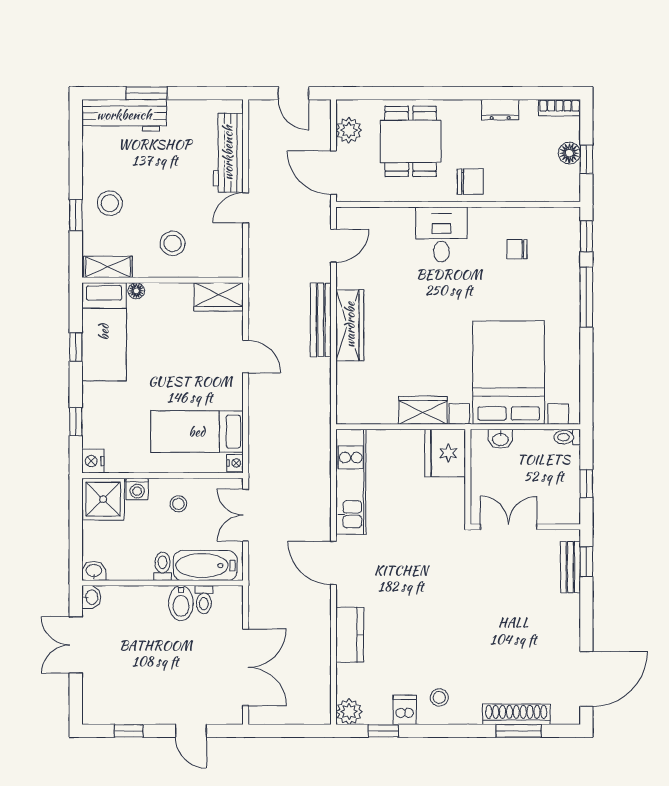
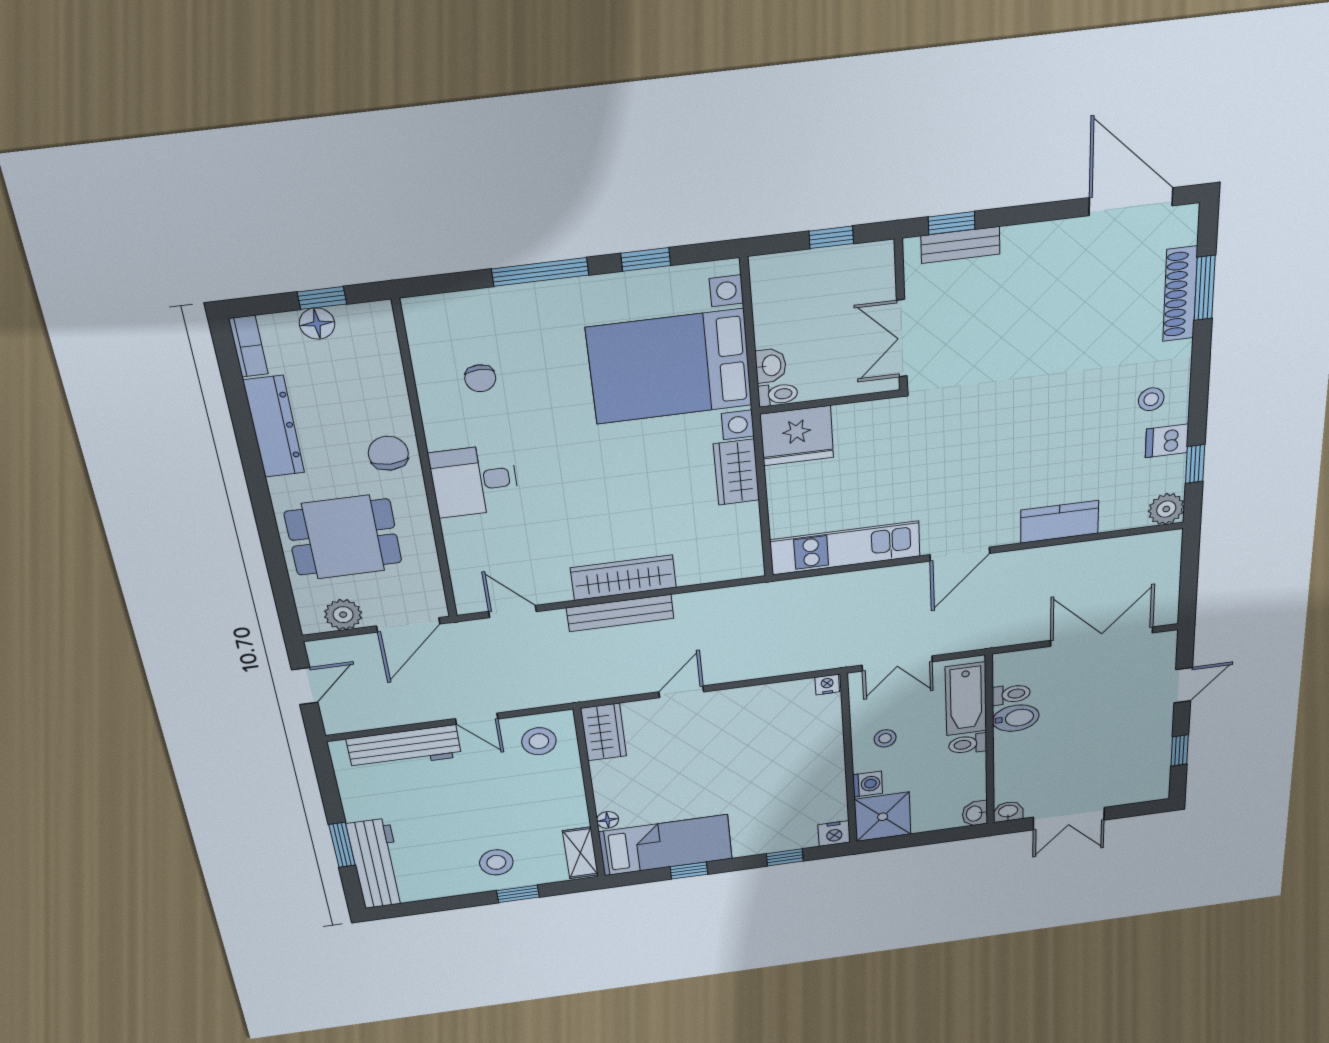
dresser: (500, 110) -> (274, 427), width x1.96, depth x1.24
window: (586, 236) -> (646, 259), moved
stool: (173, 243) -> (539, 741), moved
bed: (197, 432) -> (788, 731), removed
toilet: (567, 437) -> (778, 394), moved, turned -90

